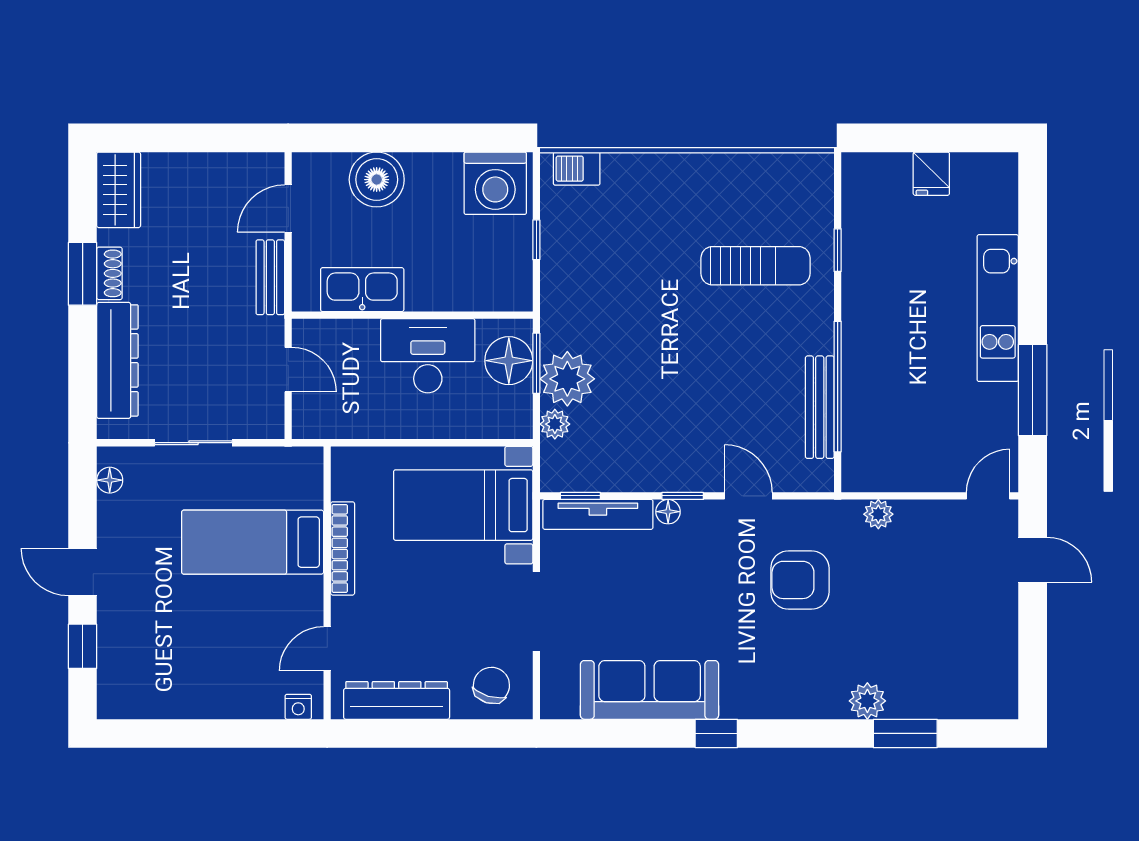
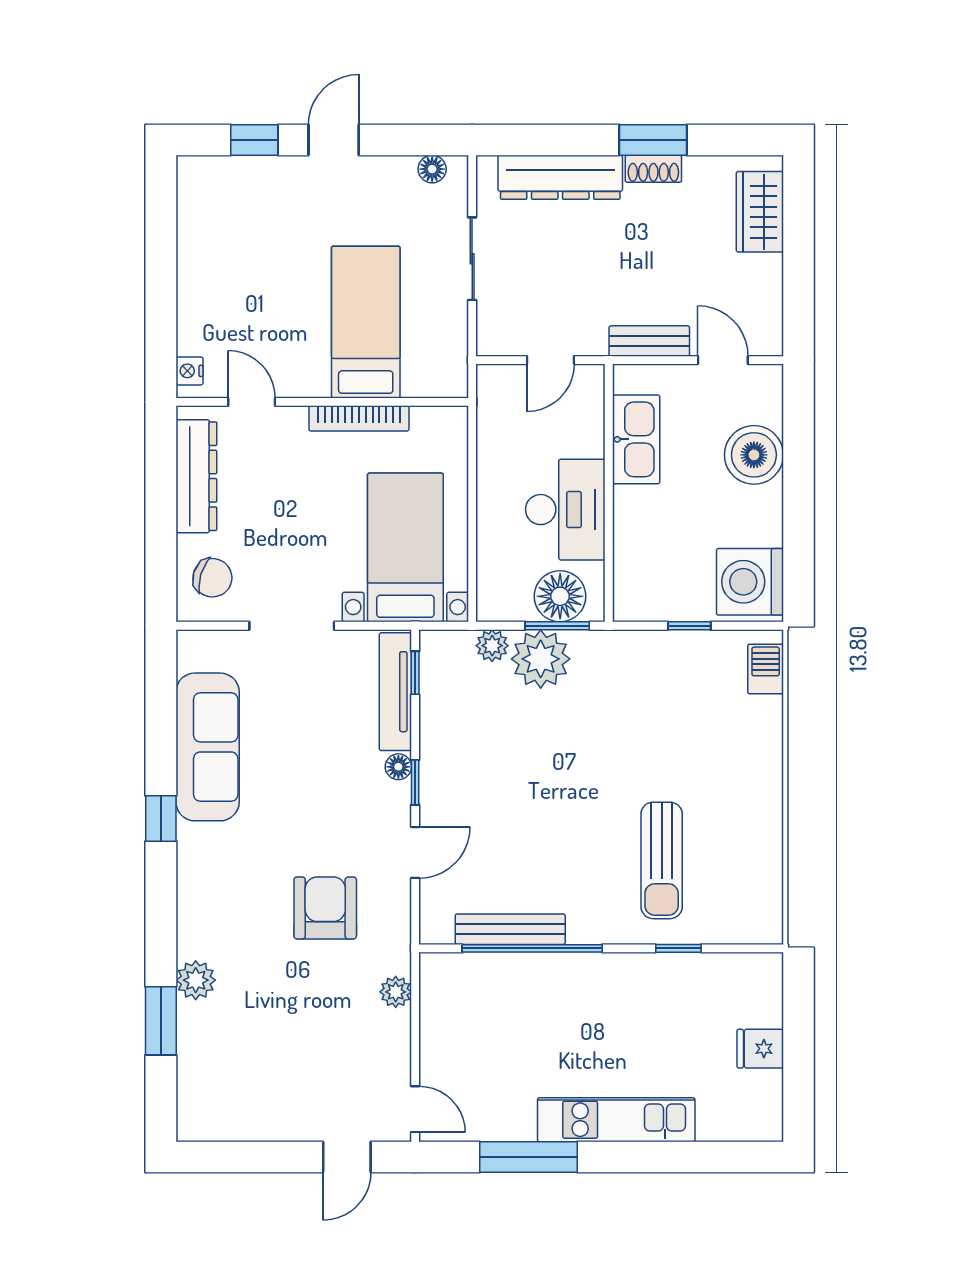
wardrobe: (119, 190) -> (760, 212), moved, turned 90

